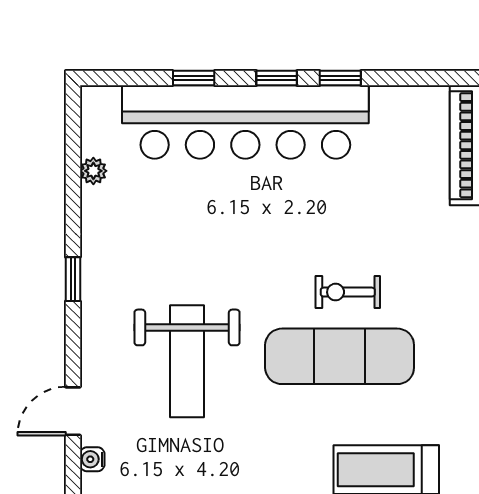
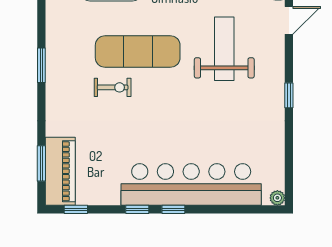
window: (194, 78) -> (76, 209), moved
plant: (93, 171) -> (277, 198), moved
exercise bike: (348, 292) -> (113, 87), moved

